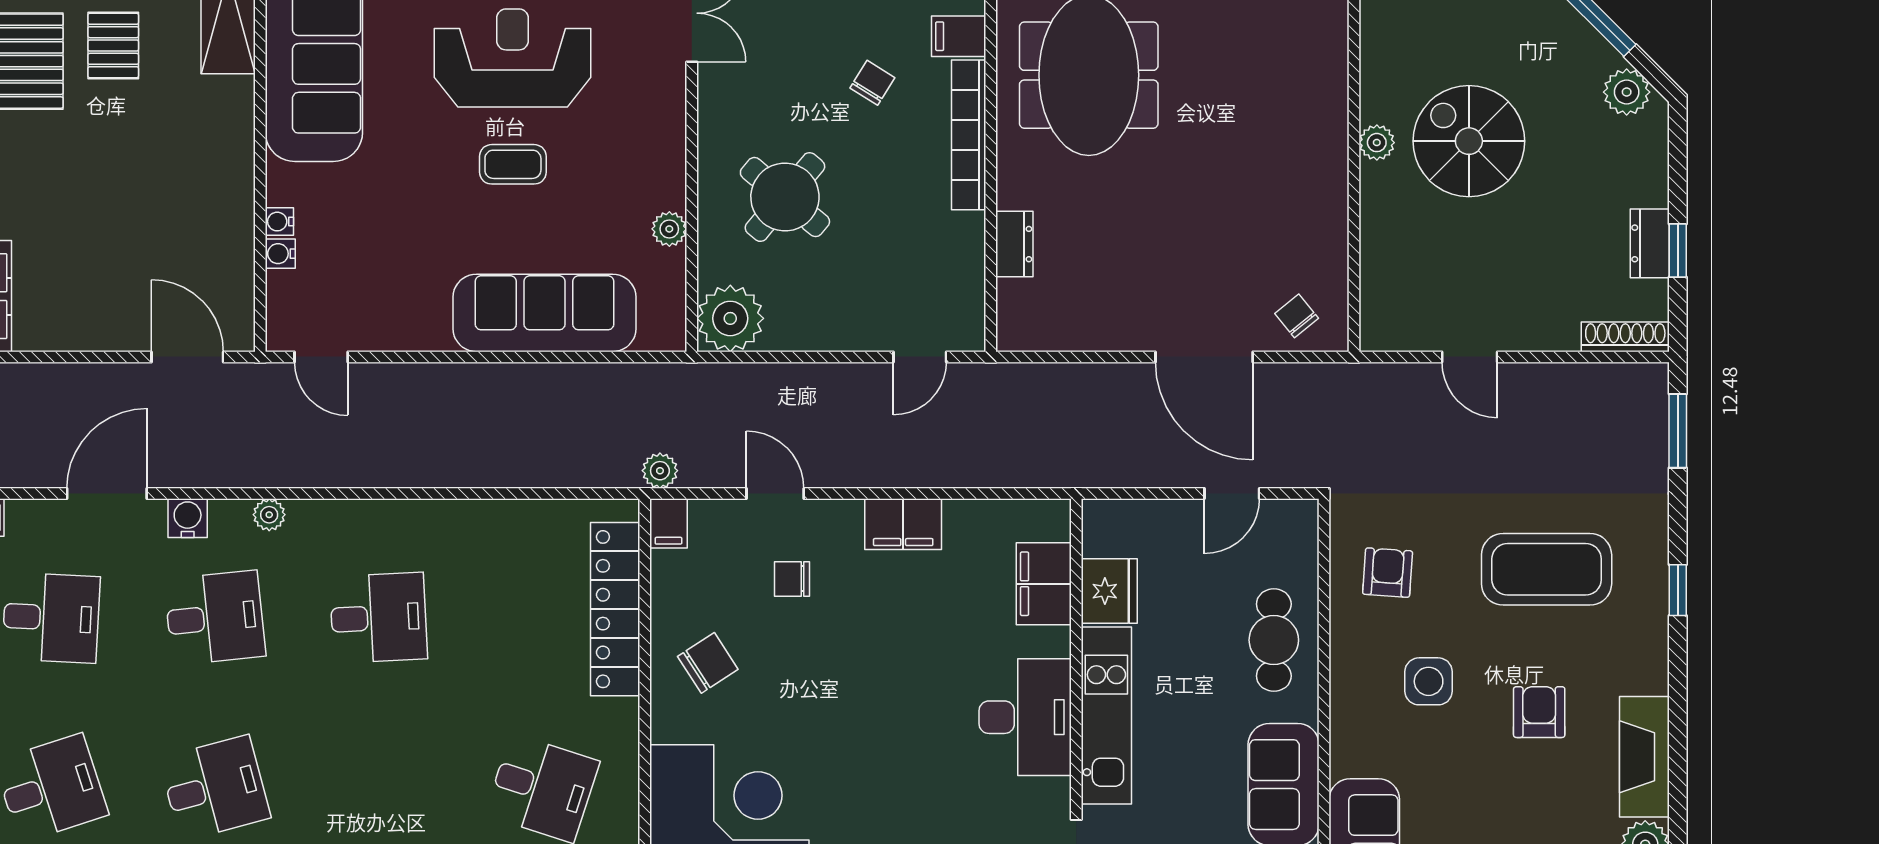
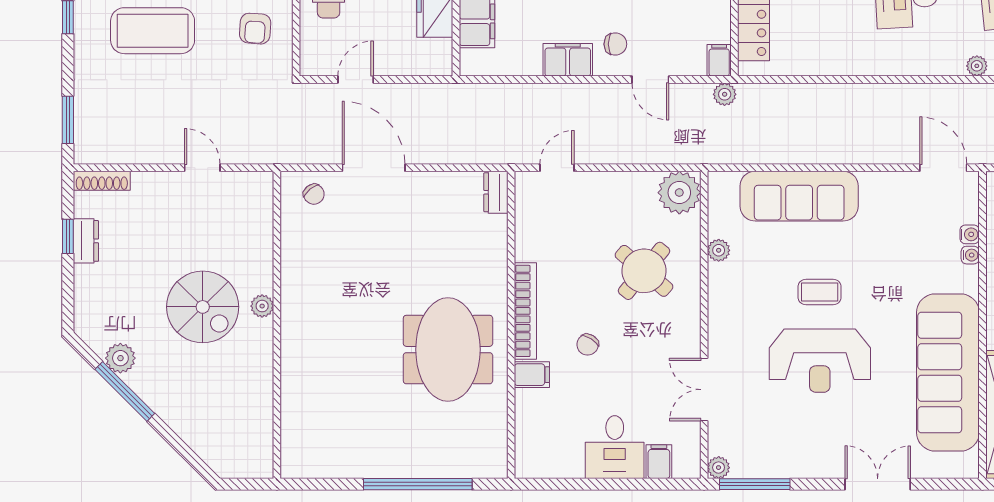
plant: (1627, 92) -> (120, 358), moved
dresser: (1014, 244) -> (496, 192), moved
door: (321, 357) -> (943, 168), width x1.38
chair: (792, 579) -> (615, 44), moved

